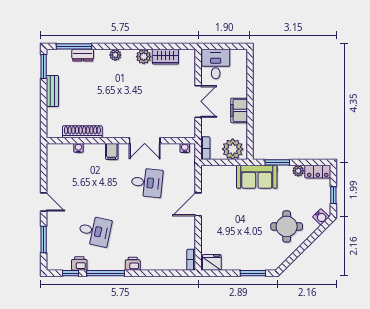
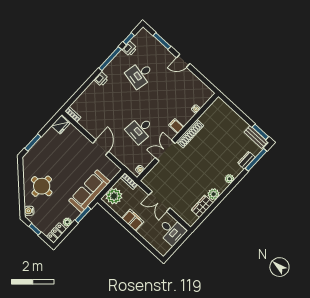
bench: (52, 91) -> (256, 137), moved
shoe rack: (82, 132) -> (190, 134), moved
sofa: (257, 177) -> (89, 191), width x1.36

